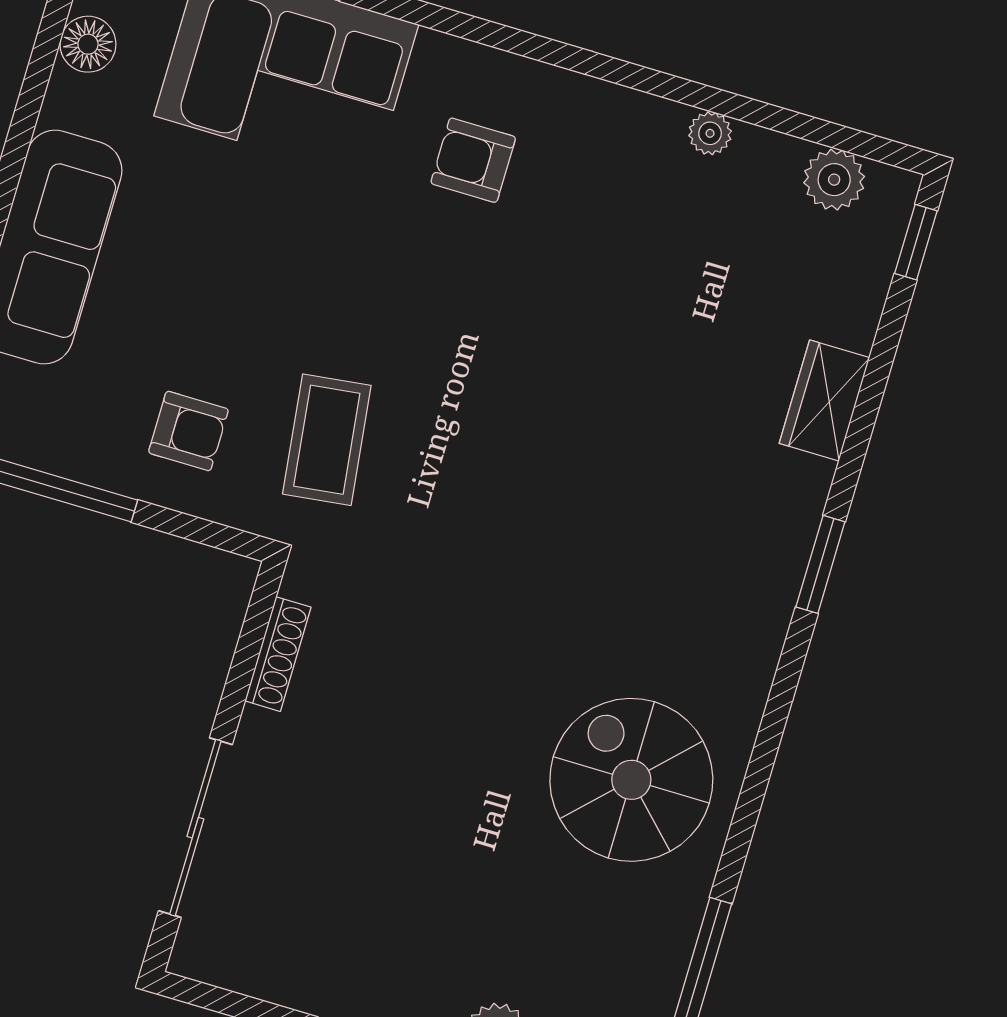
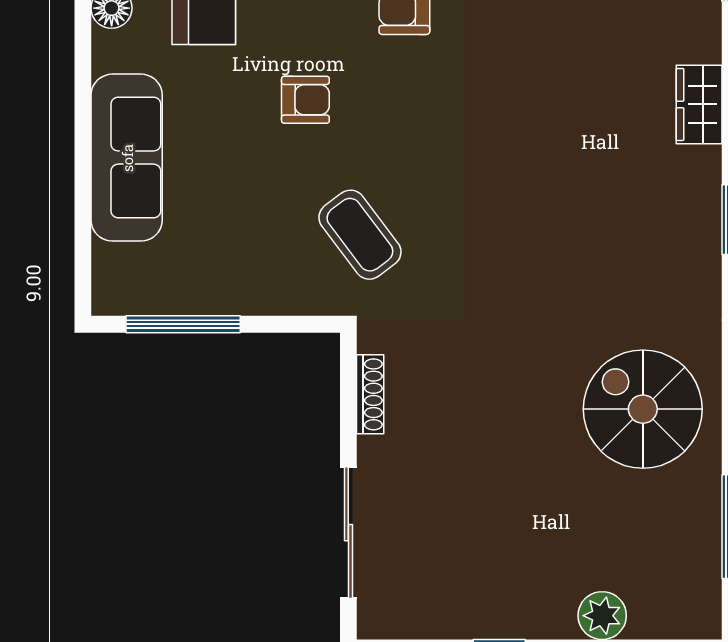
armchair: (188, 431) -> (305, 100), moved
coffee table: (327, 440) -> (360, 235), turned -30

